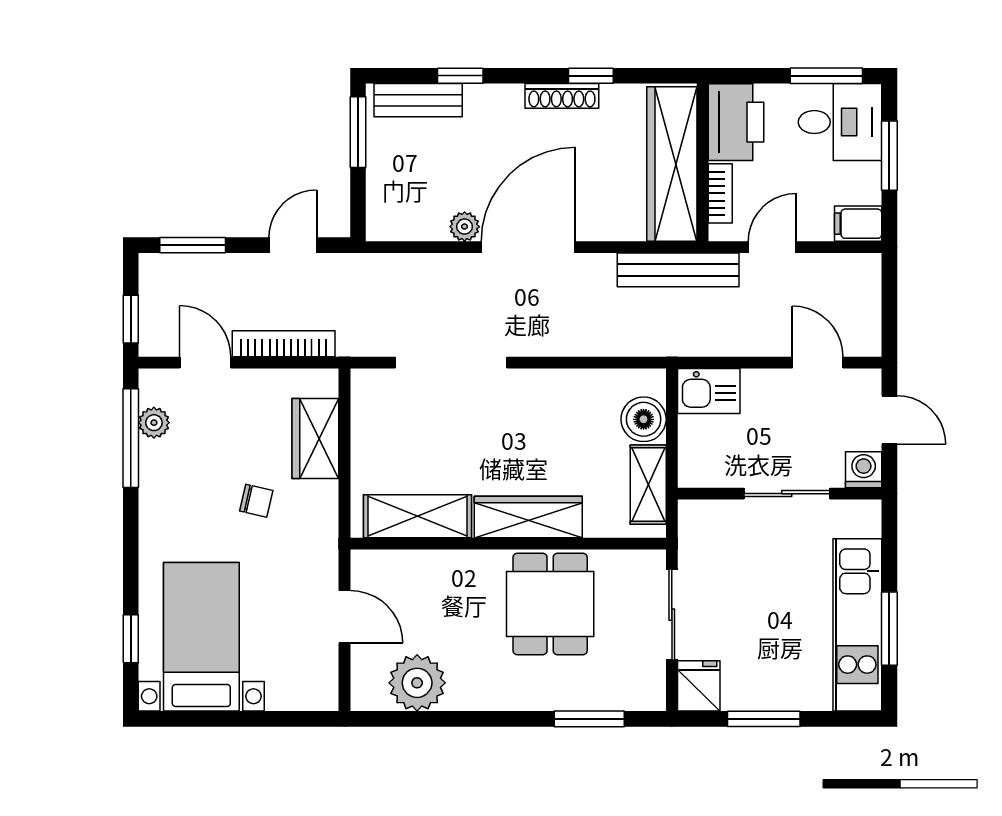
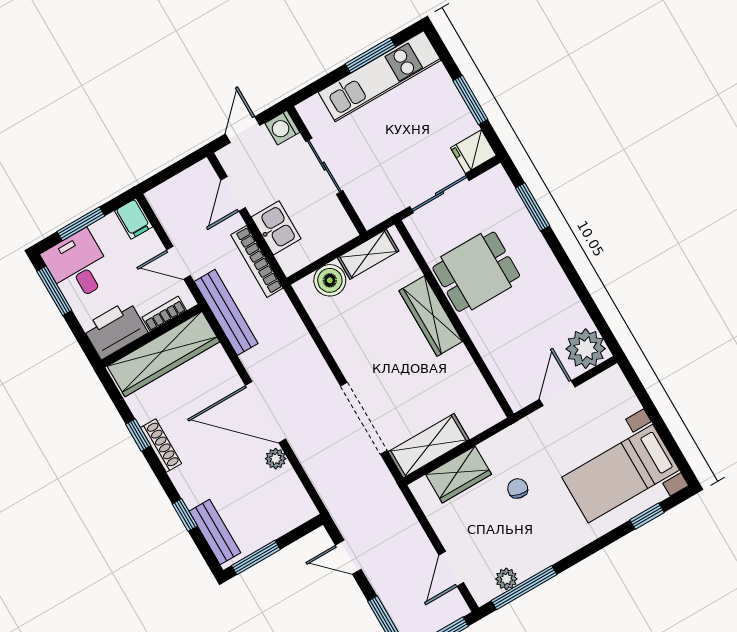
bookcase: (284, 344) -> (257, 261), moved
kitchen sink: (709, 391) -> (276, 228), moved
shelving: (418, 516) -> (429, 446), moved, turned 90
plant: (417, 683) -> (586, 349), moved

